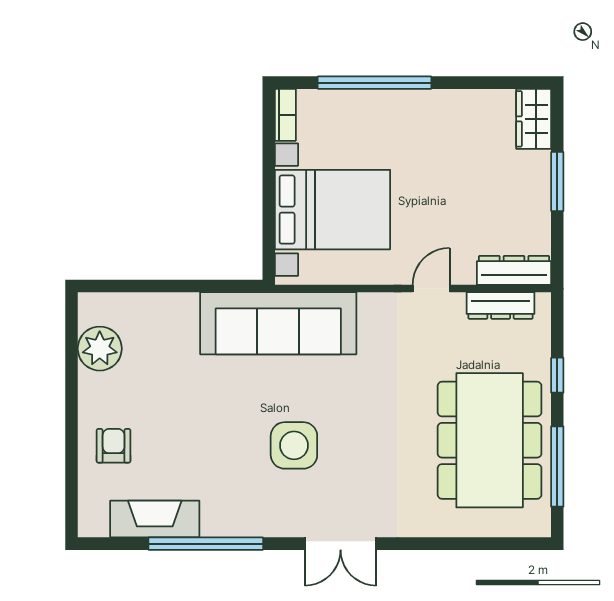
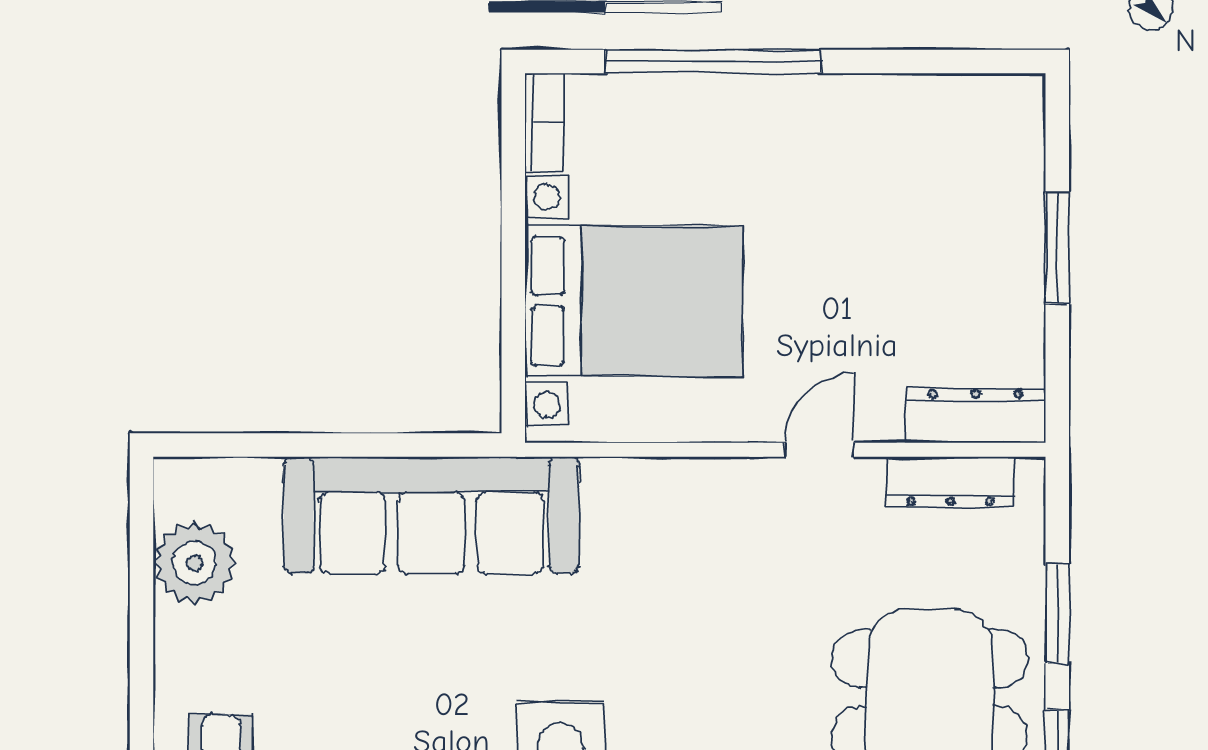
wardrobe: (534, 119) -> (1013, 130), removed
sofa: (278, 323) -> (431, 515), moved
window: (557, 375) -> (1057, 613), width x1.50

